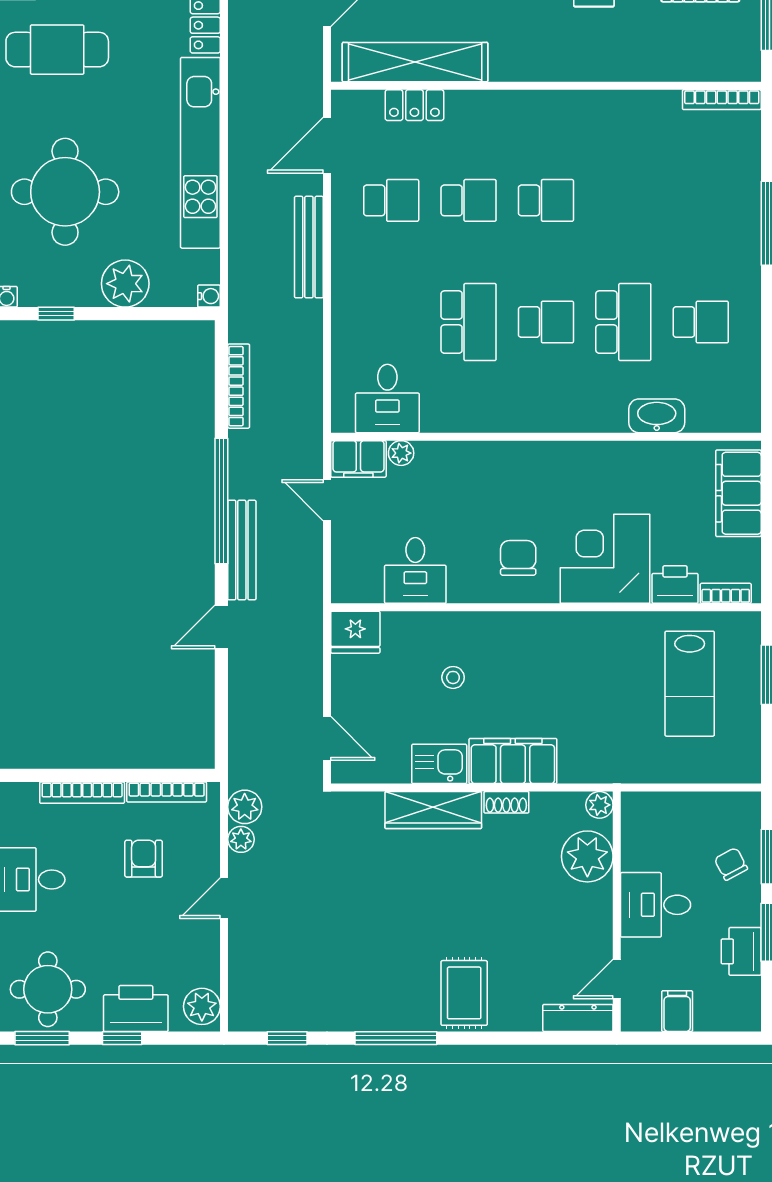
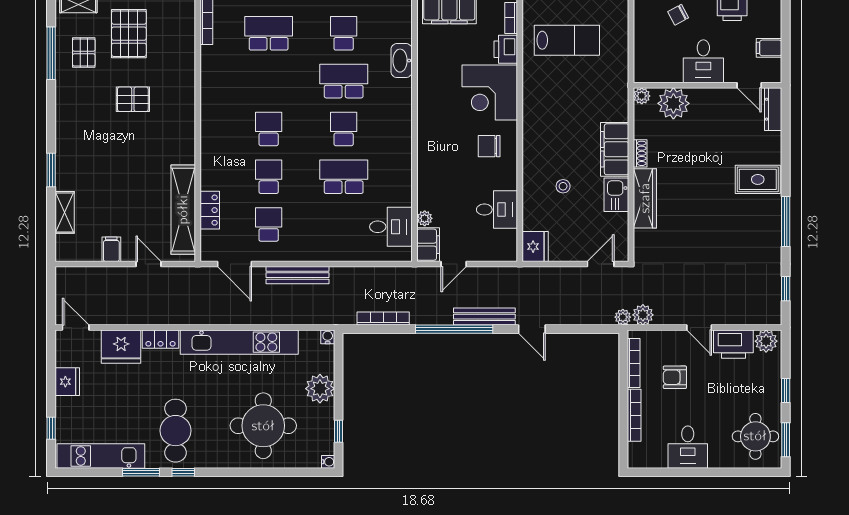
school desk: (701, 200) -> (269, 33), added
plant: (241, 839) -> (623, 317), moved
printer: (136, 1009) -> (733, 344), moved, turned -90

